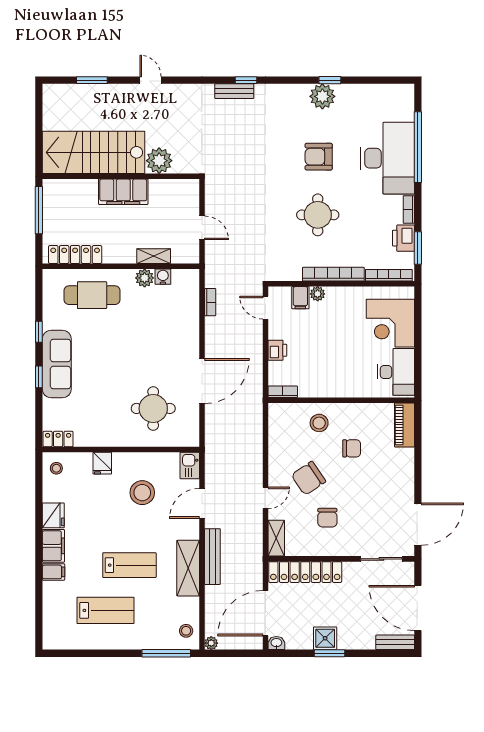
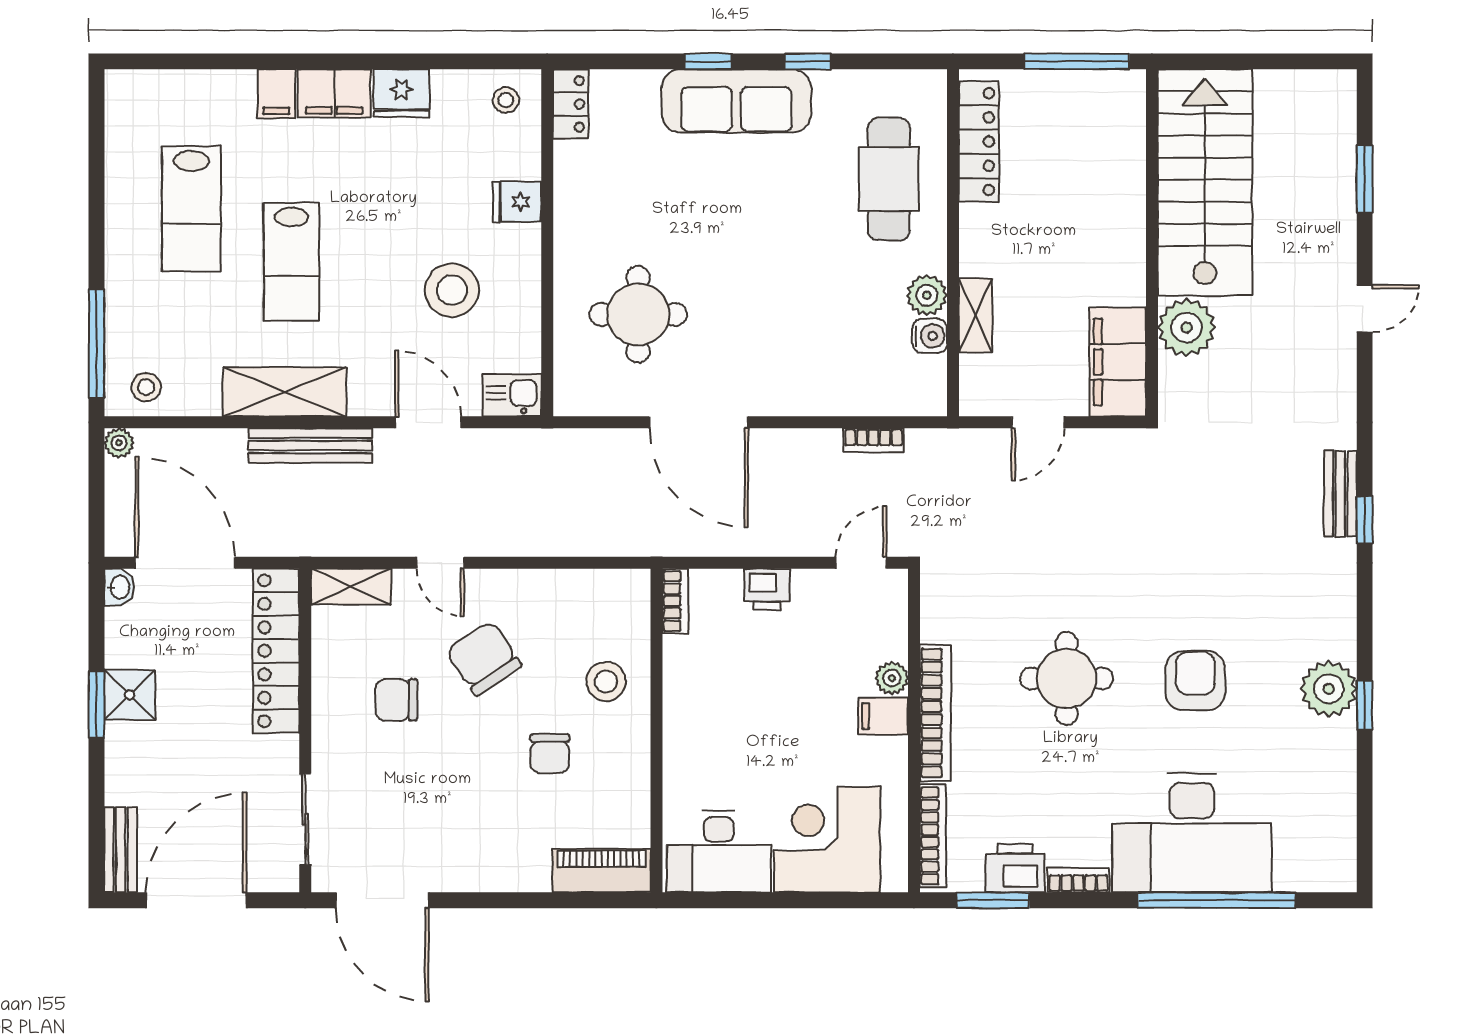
filing cabinet: (123, 192) -> (1118, 362), moved
filing cabinet: (300, 298) -> (883, 716), moved

